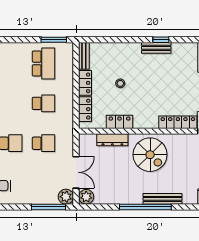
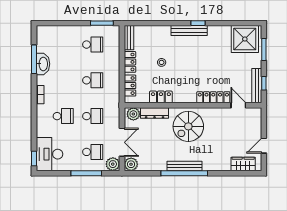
bench: (156, 48) -> (189, 31), width x1.36
school desk: (44, 63) -> (93, 45), width x0.54
plant: (89, 141) -> (133, 114), added
spiral stairs: (150, 155) -> (188, 126), turned 90
school desk: (44, 183) -> (93, 152), added
bench: (163, 199) -> (184, 166), moved
window: (48, 207) -> (86, 173), moved

